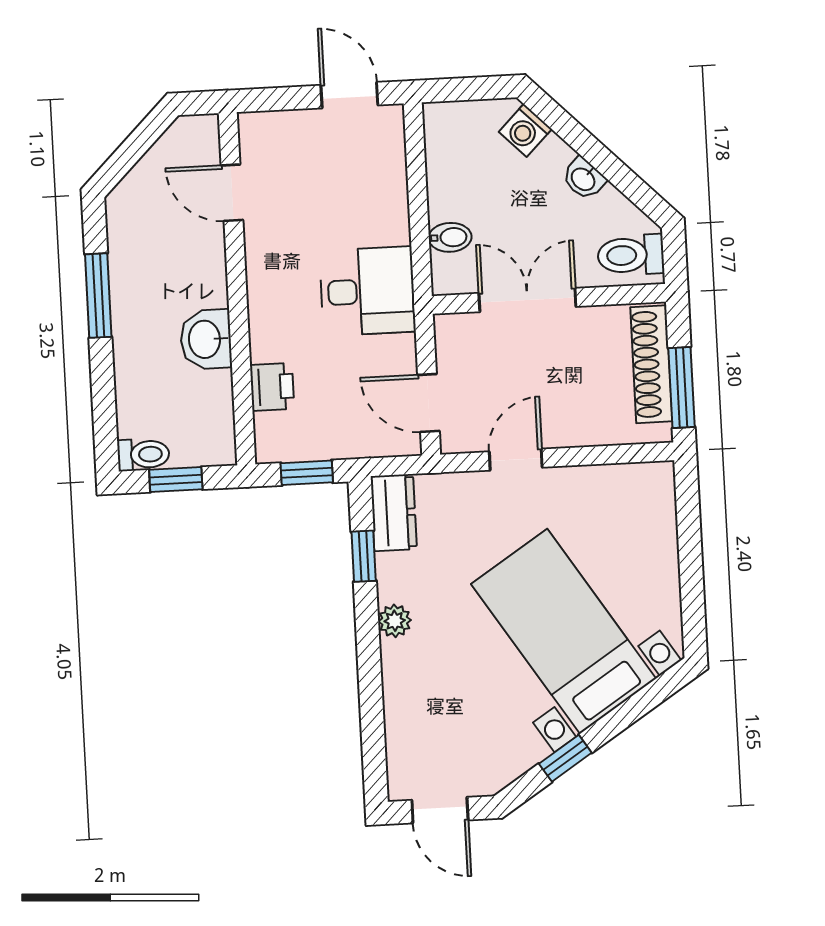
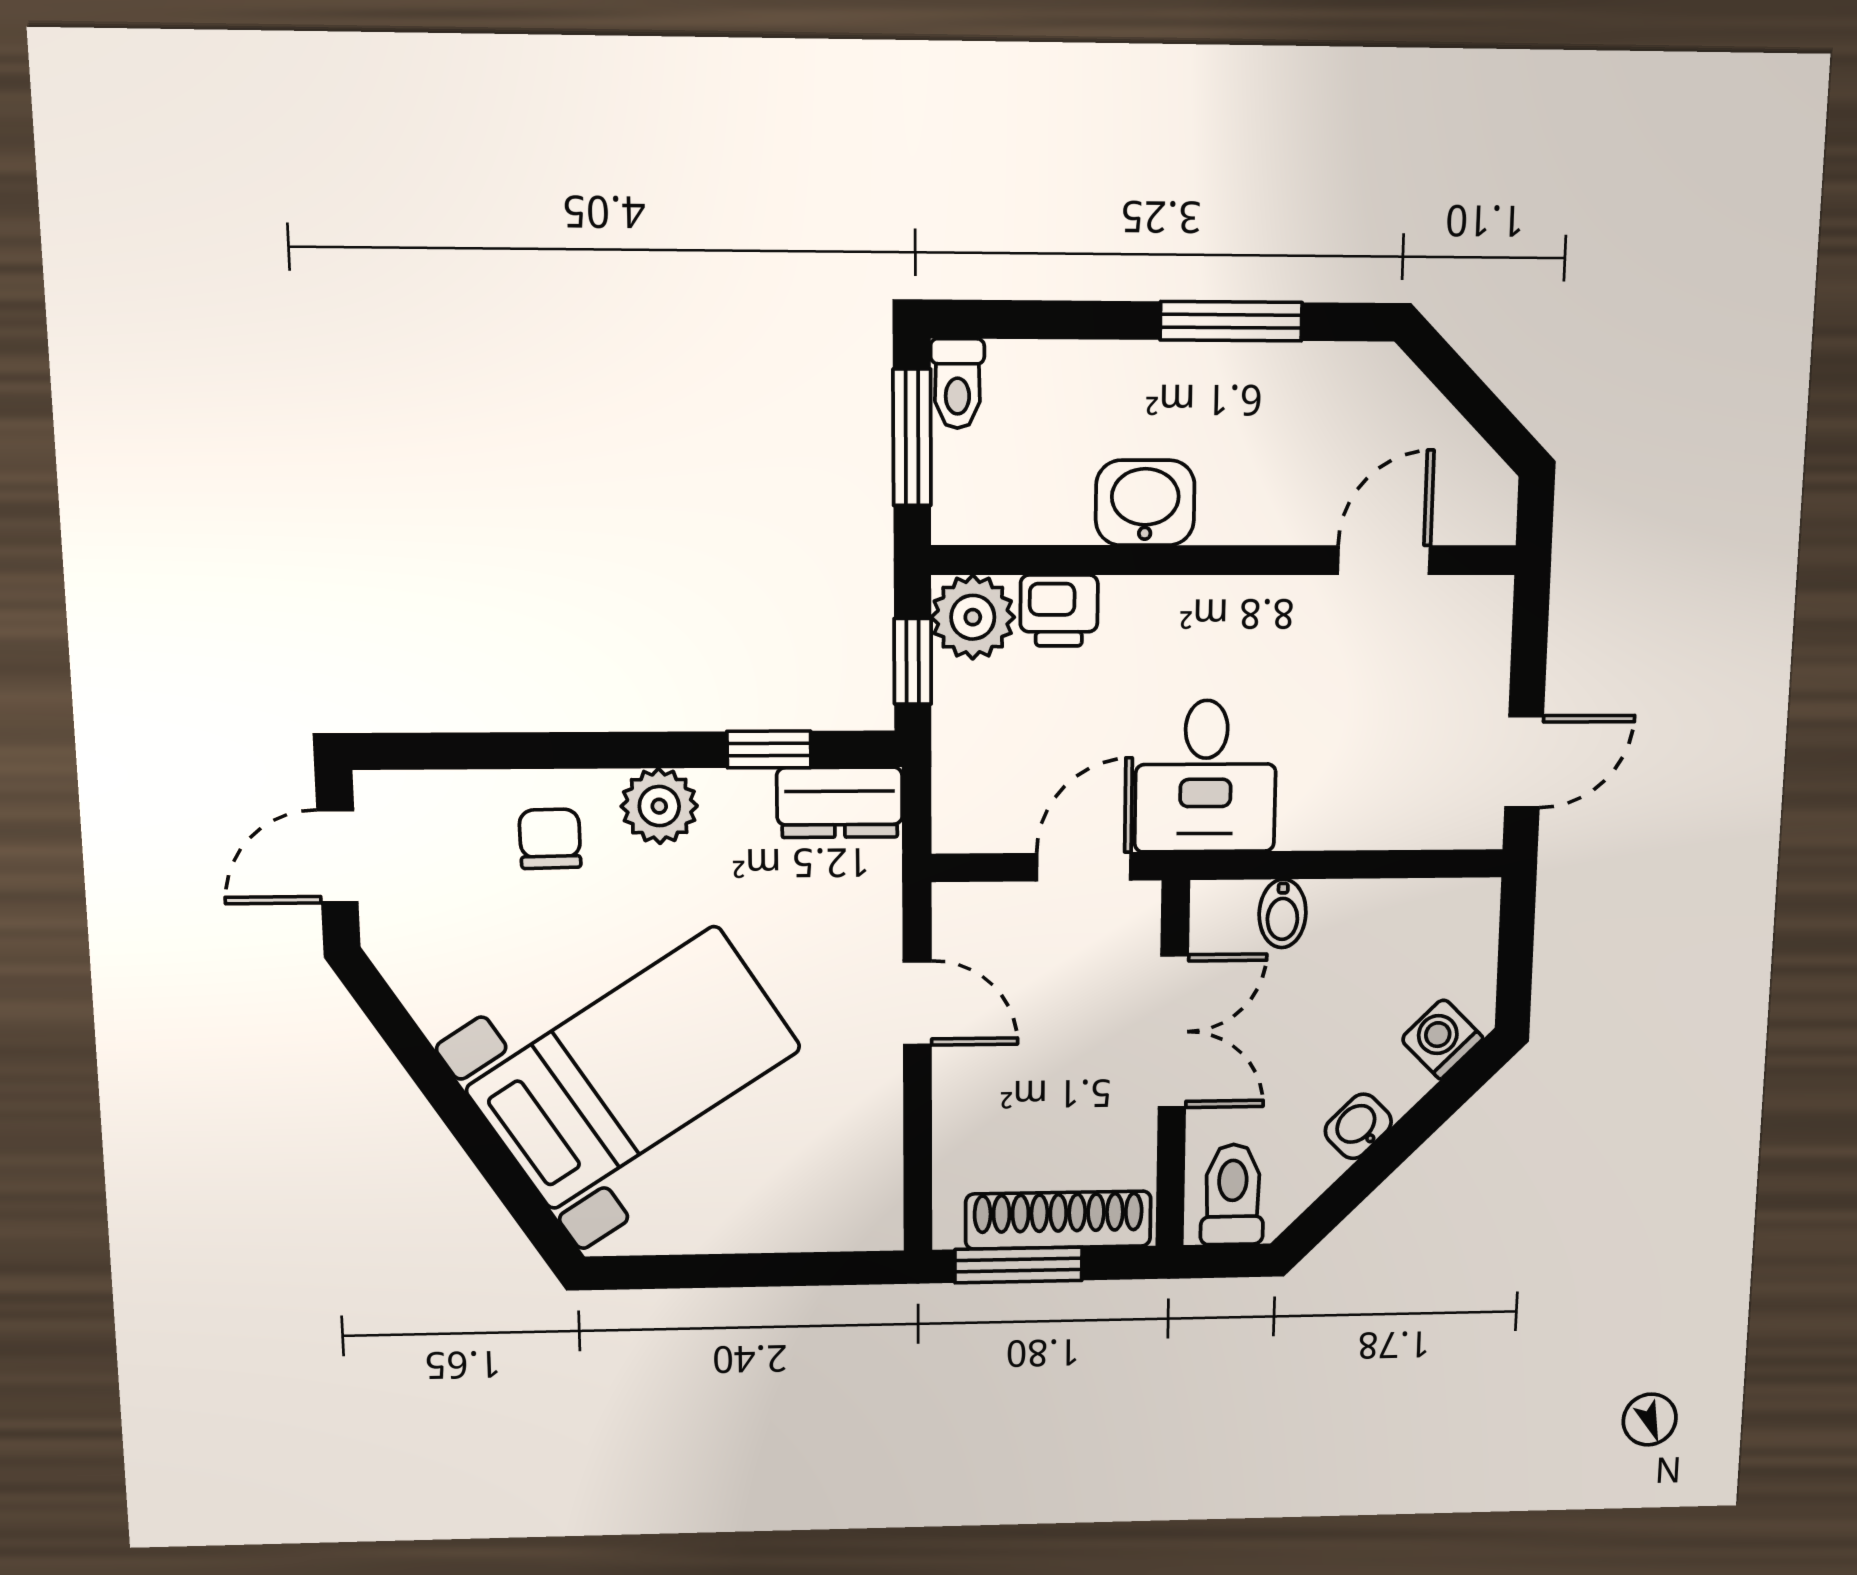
door: (428, 403) -> (1084, 867), moved
plant: (279, 438) -> (973, 617), added
window: (176, 480) -> (912, 438), width x1.50
plant: (395, 621) -> (659, 806), width x1.38, depth x1.38
chair: (424, 685) -> (550, 839), added
window: (565, 758) -> (423, 1064), removed

